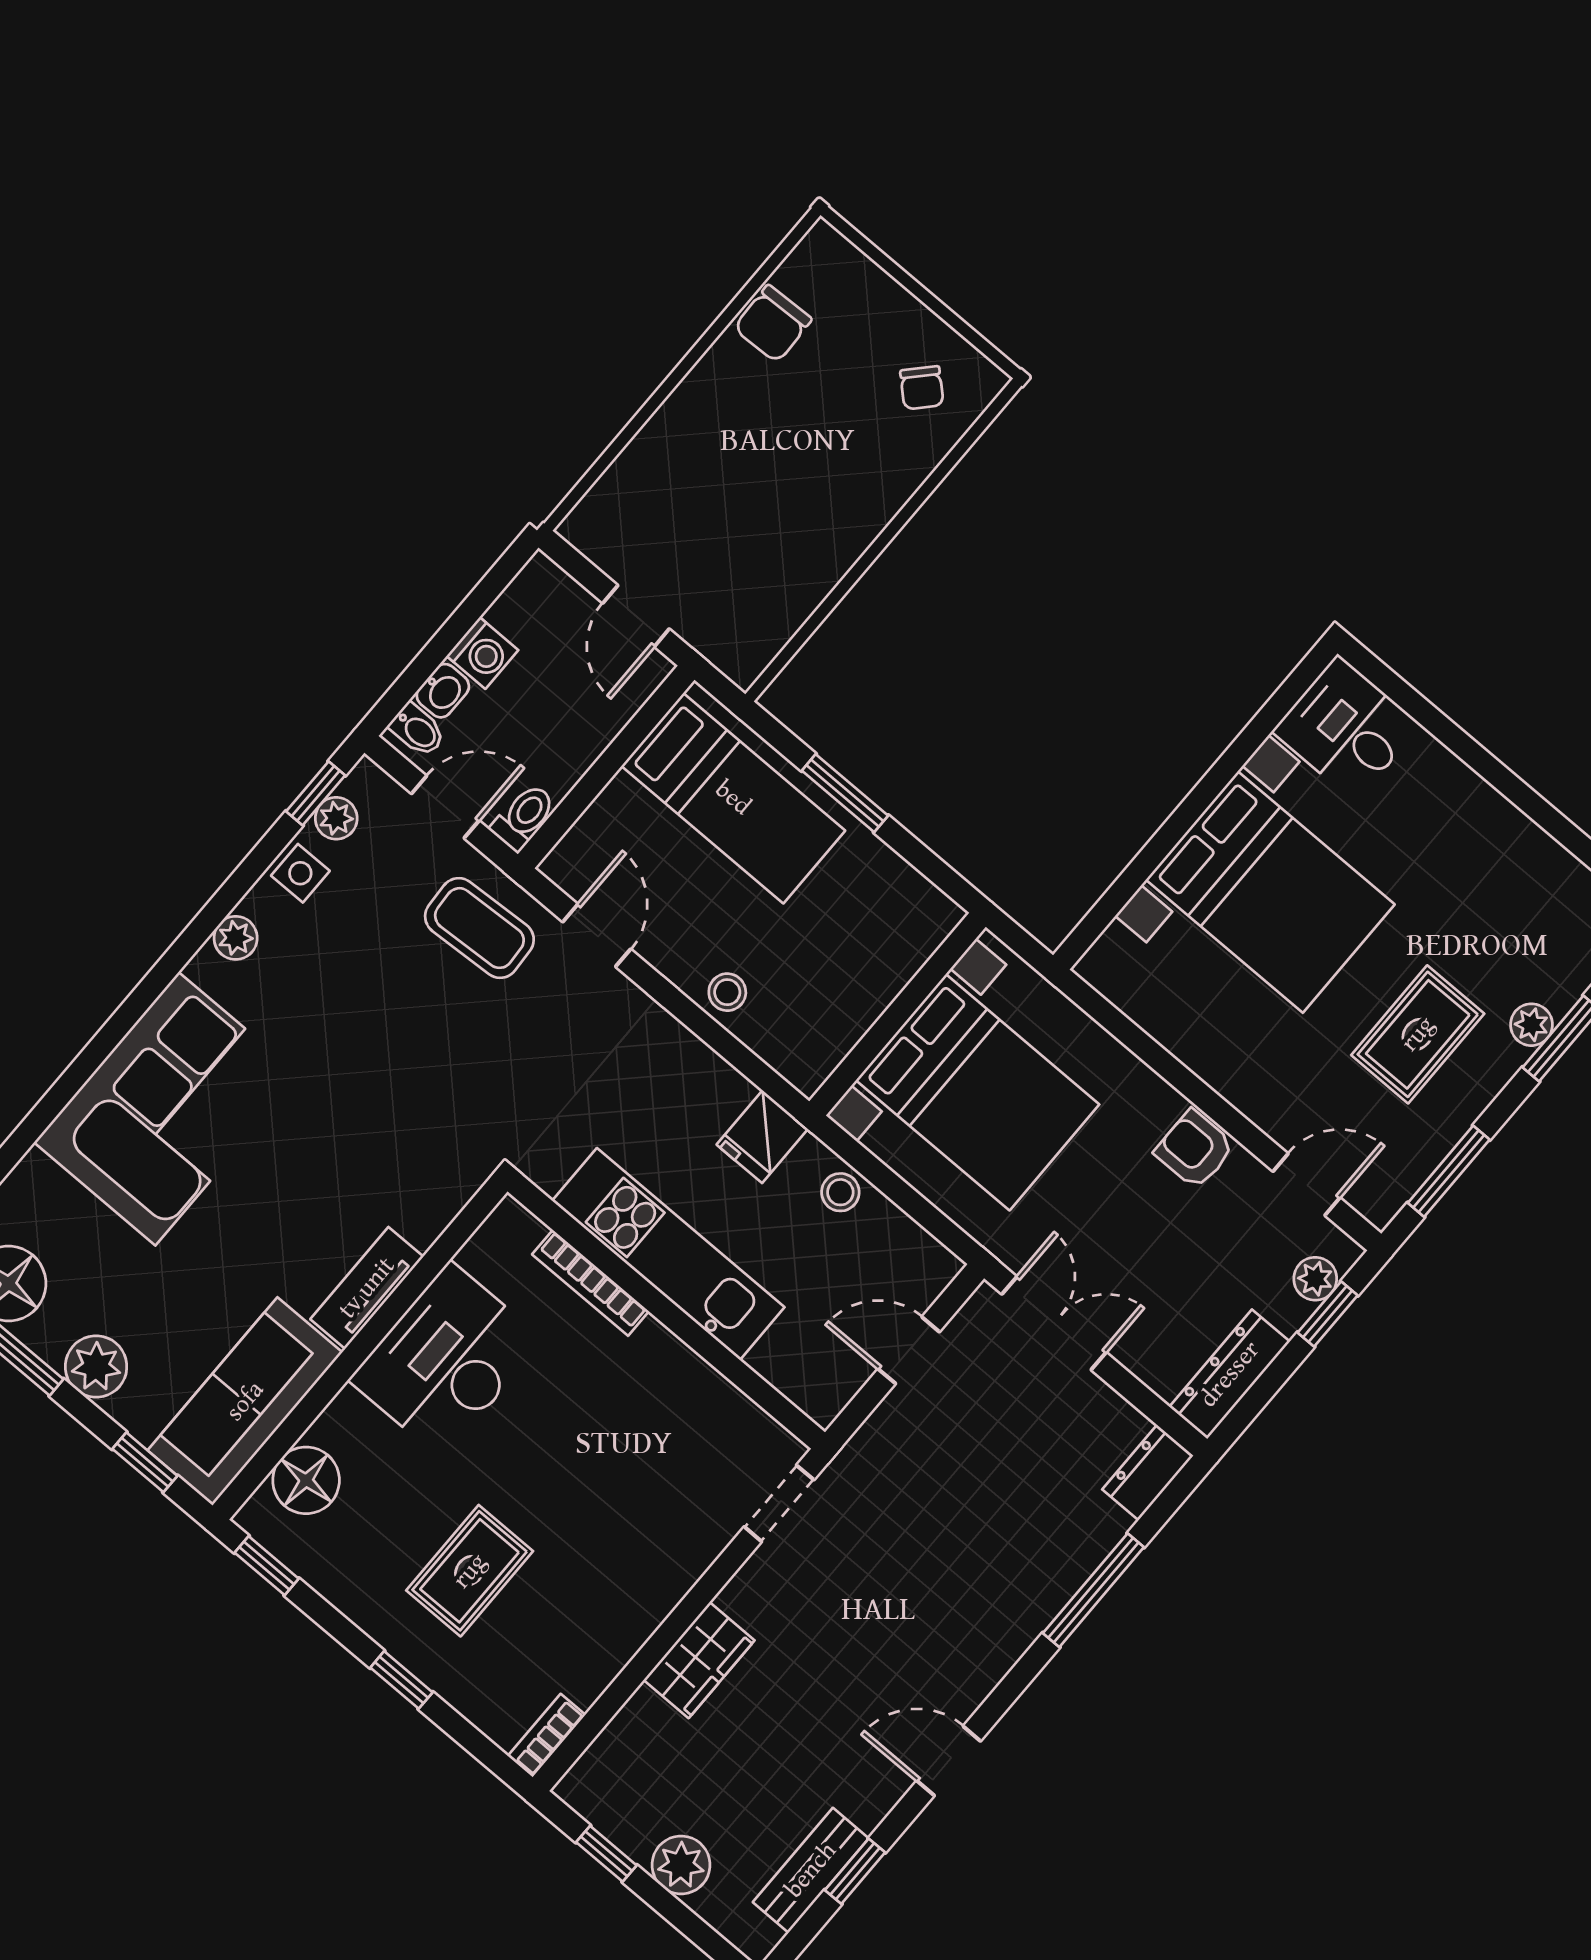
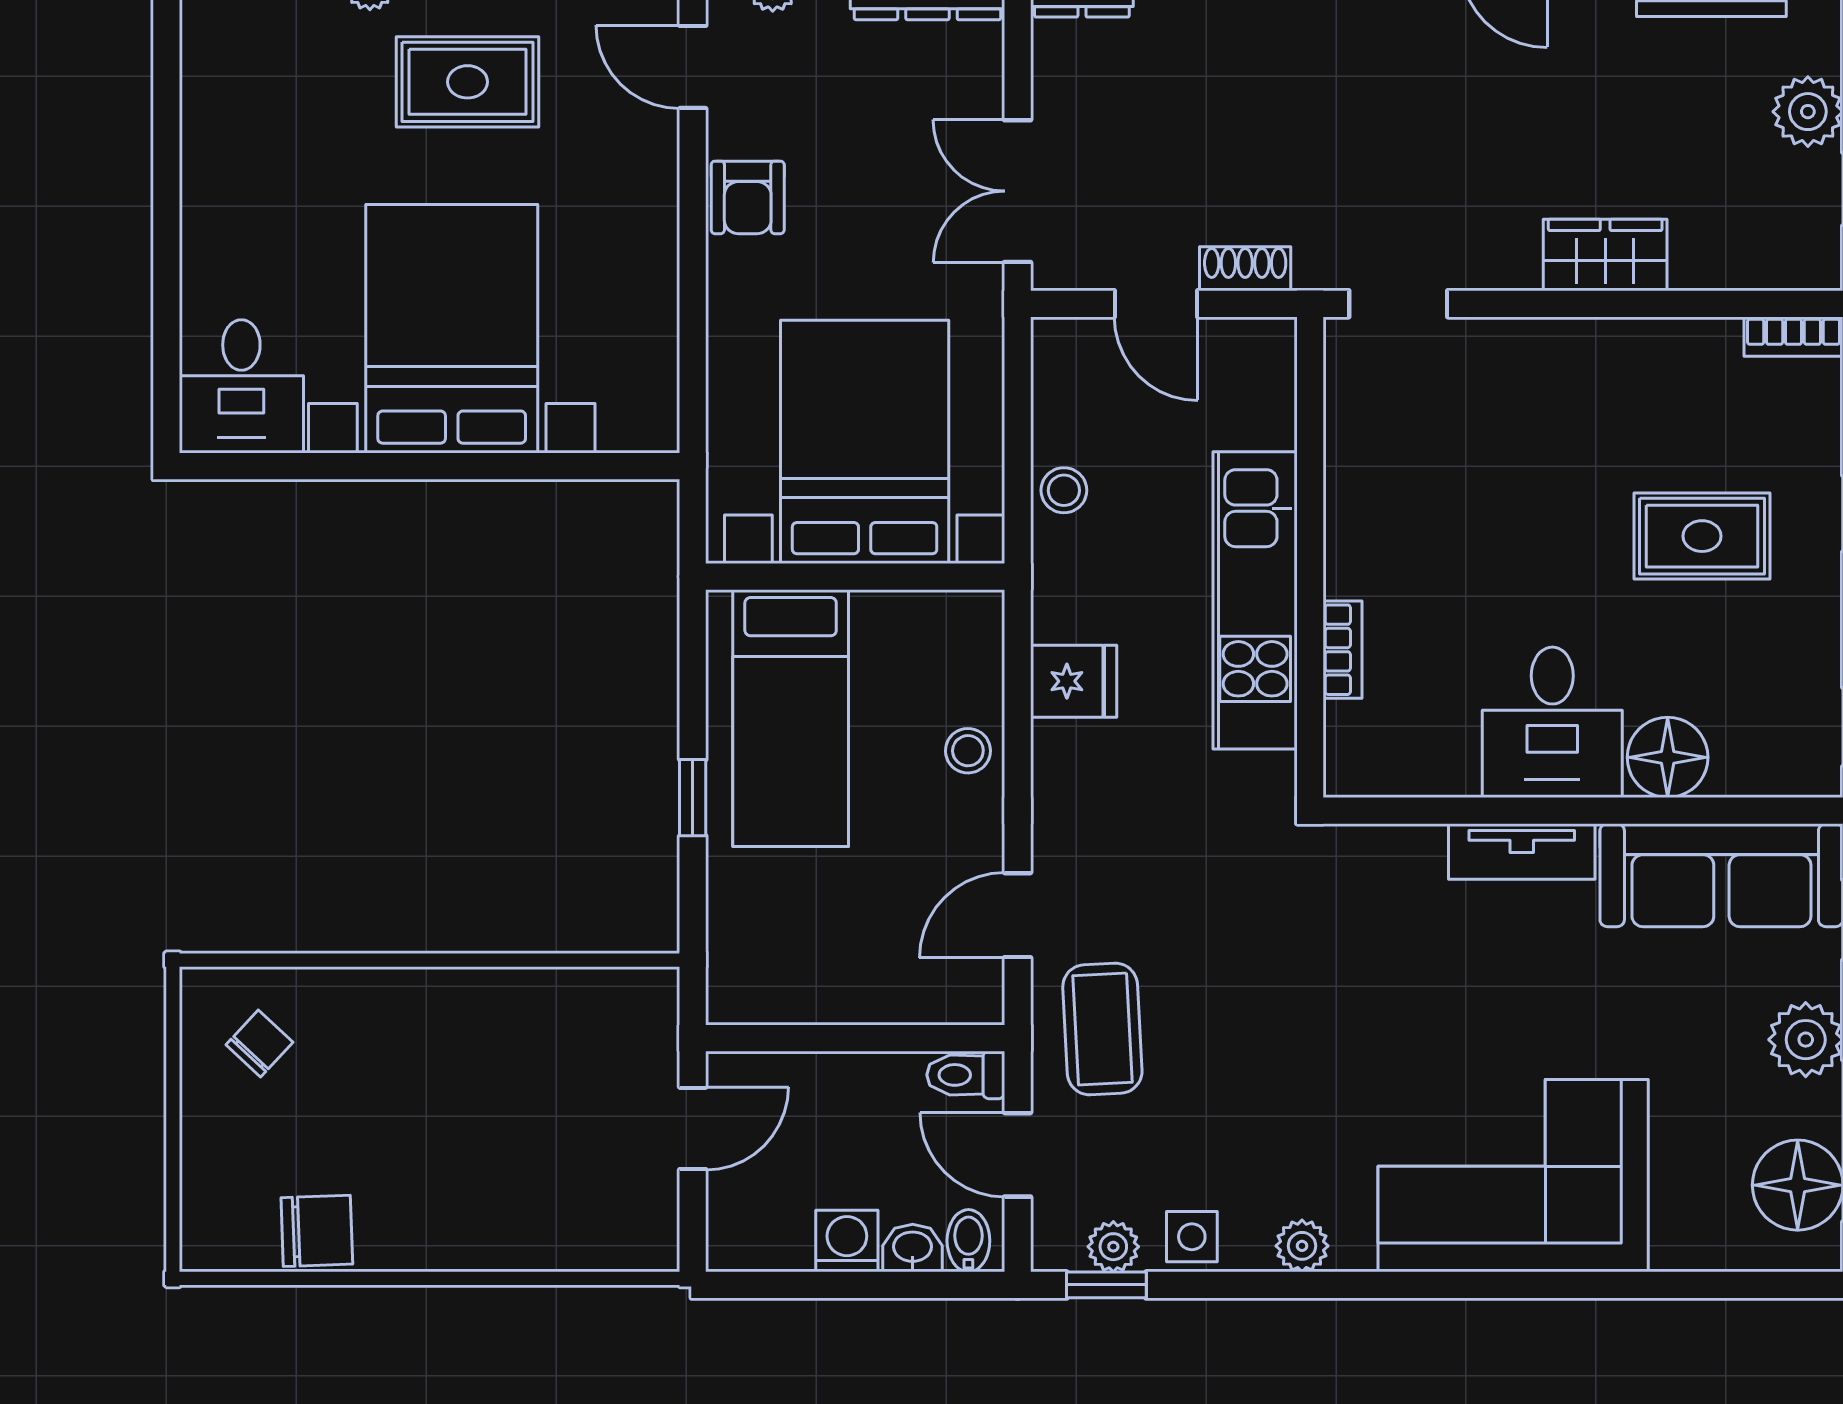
window: (845, 793) -> (693, 798), width x0.67
bed: (733, 798) -> (791, 718), moved, turned 180
fridge: (762, 1137) -> (1074, 681), moved
bookcase: (590, 1283) -> (1342, 650), width x0.64
desk: (446, 1360) -> (1552, 722), width x0.73
shoe rack: (883, 1425) -> (1245, 269), added
floor lamp: (306, 1480) -> (1668, 757), moved

